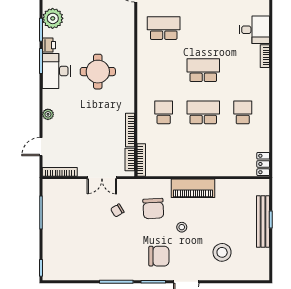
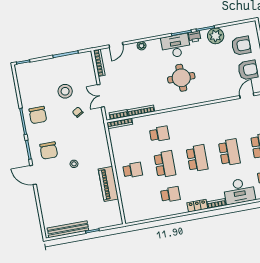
school desk: (164, 28) -> (229, 152), moved
desk: (254, 30) -> (239, 191), width x1.37
door: (41, 147) -> (116, 45), swing flipped
school desk: (203, 155) -> (133, 170), added
locker: (263, 164) -> (197, 206), moved
piano: (193, 188) -> (108, 184), moved
chair: (153, 209) -> (38, 115), moved, turned -87
bench: (263, 222) -> (68, 229), moved
stool: (222, 252) -> (65, 91), moved

